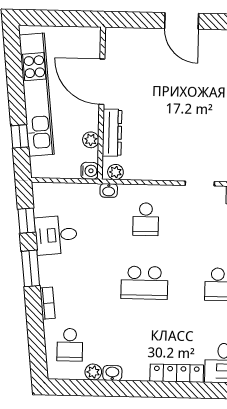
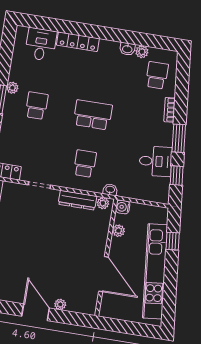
plant: (152, 35) -> (60, 304), added
dresser: (112, 133) -> (77, 200), moved, turned -90

